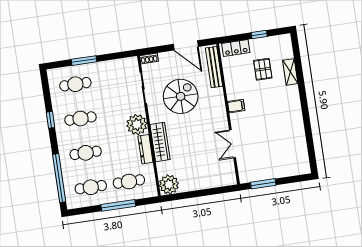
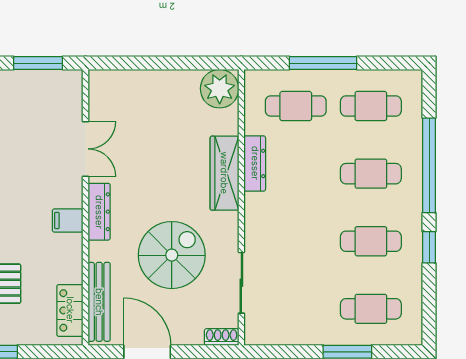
locker: (236, 48) -> (70, 310), moved, turned -90
spiral stairs: (181, 96) -> (172, 255), turned 180
dresser: (221, 113) -> (99, 212), added
plant: (137, 125) -> (264, 213), removed
window: (59, 178) -> (429, 165), moved

